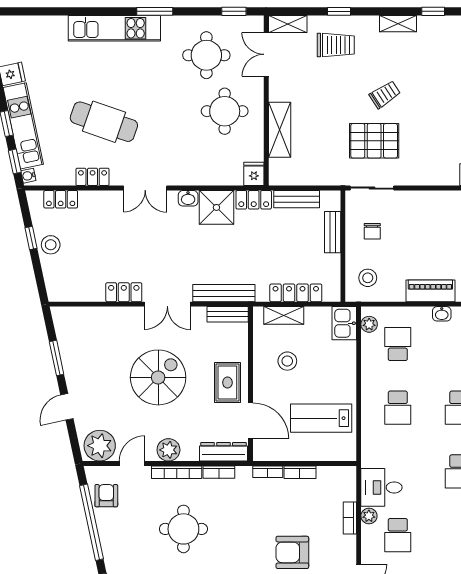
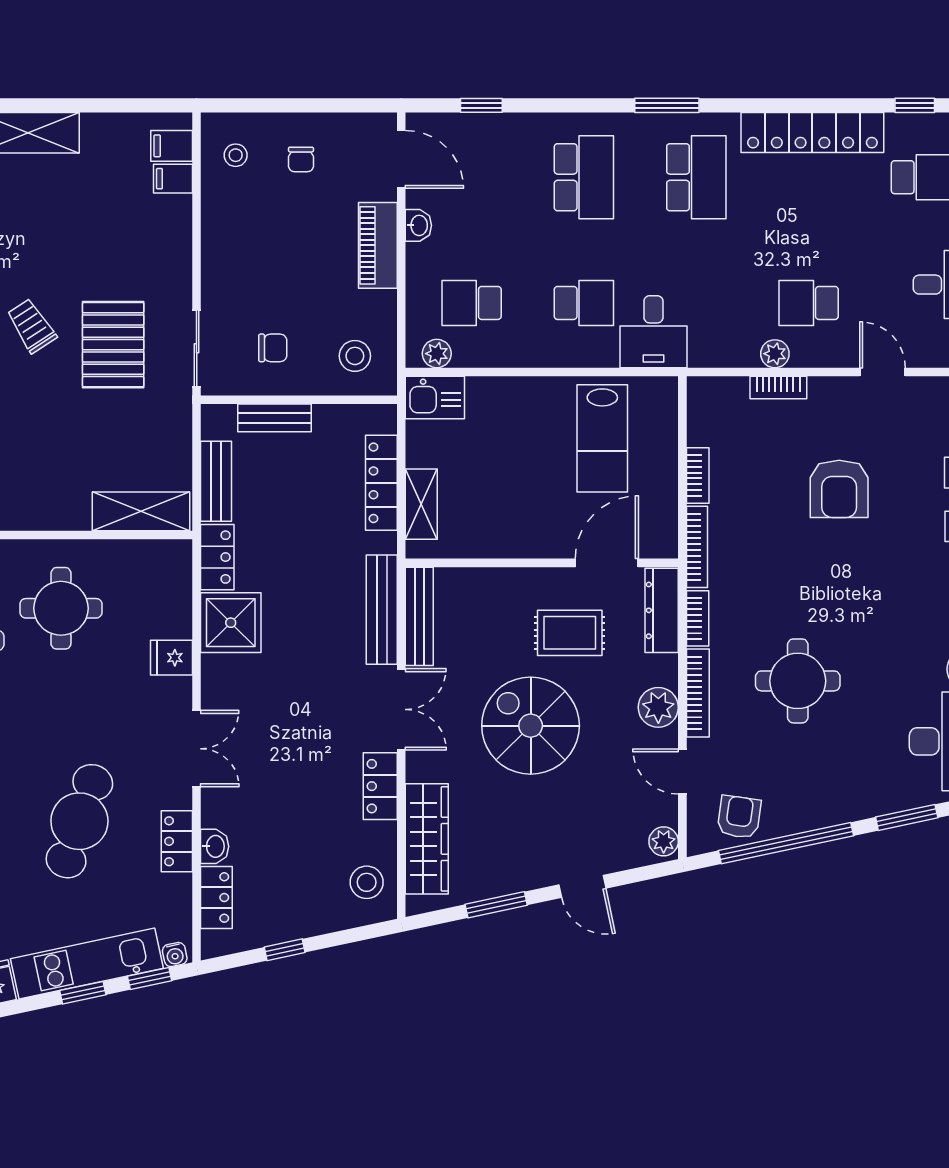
shelving: (280, 130) -> (141, 511), moved
fridge: (254, 174) -> (172, 658), moved
washbasin: (188, 198) -> (215, 846), moved
stool: (51, 245) -> (367, 882), moved
bench: (228, 314) -> (419, 616), width x1.36
wardrobe: (94, 319) -> (427, 839), added
stool: (287, 361) -> (502, 498), removed
rug: (227, 383) -> (570, 633), moved
plant: (100, 446) -> (664, 841), width x0.53, depth x0.53
bookcase: (268, 472) -> (697, 547), width x1.56
desk: (381, 487) -> (653, 332), moved
armchair: (106, 496) -> (739, 817), turned 98
school desk: (398, 535) -> (809, 303), turned 180

